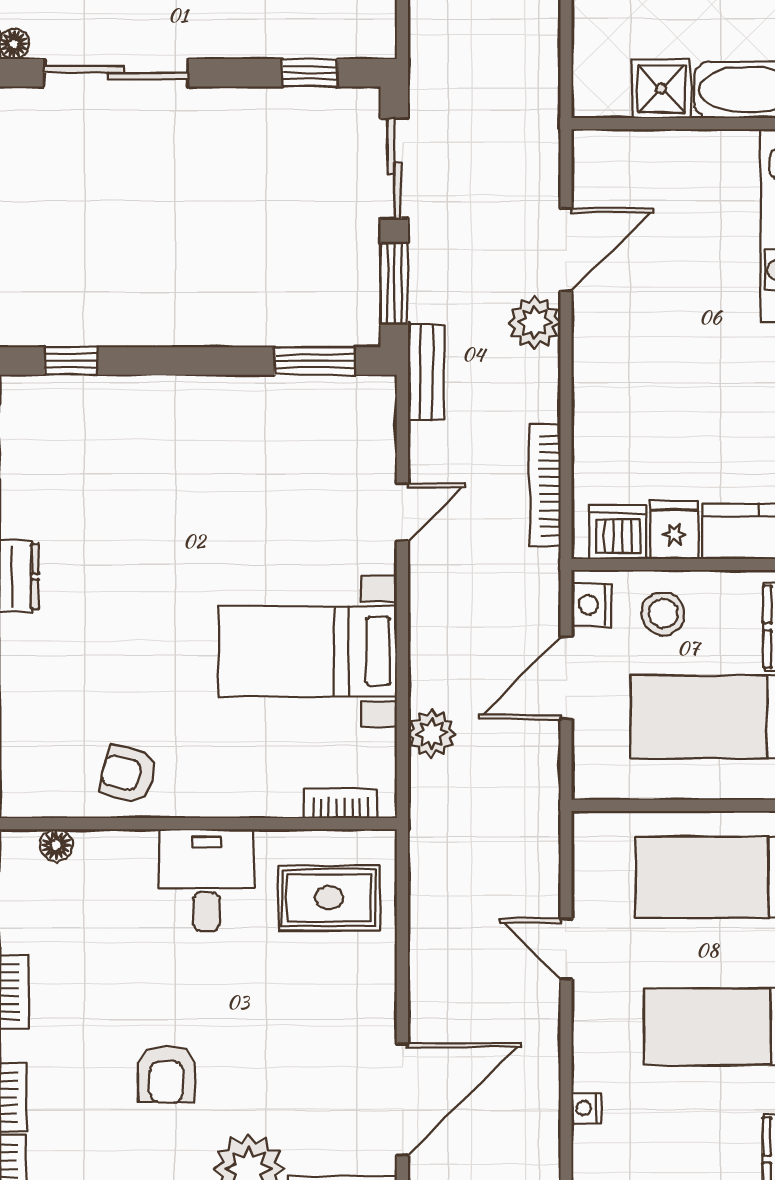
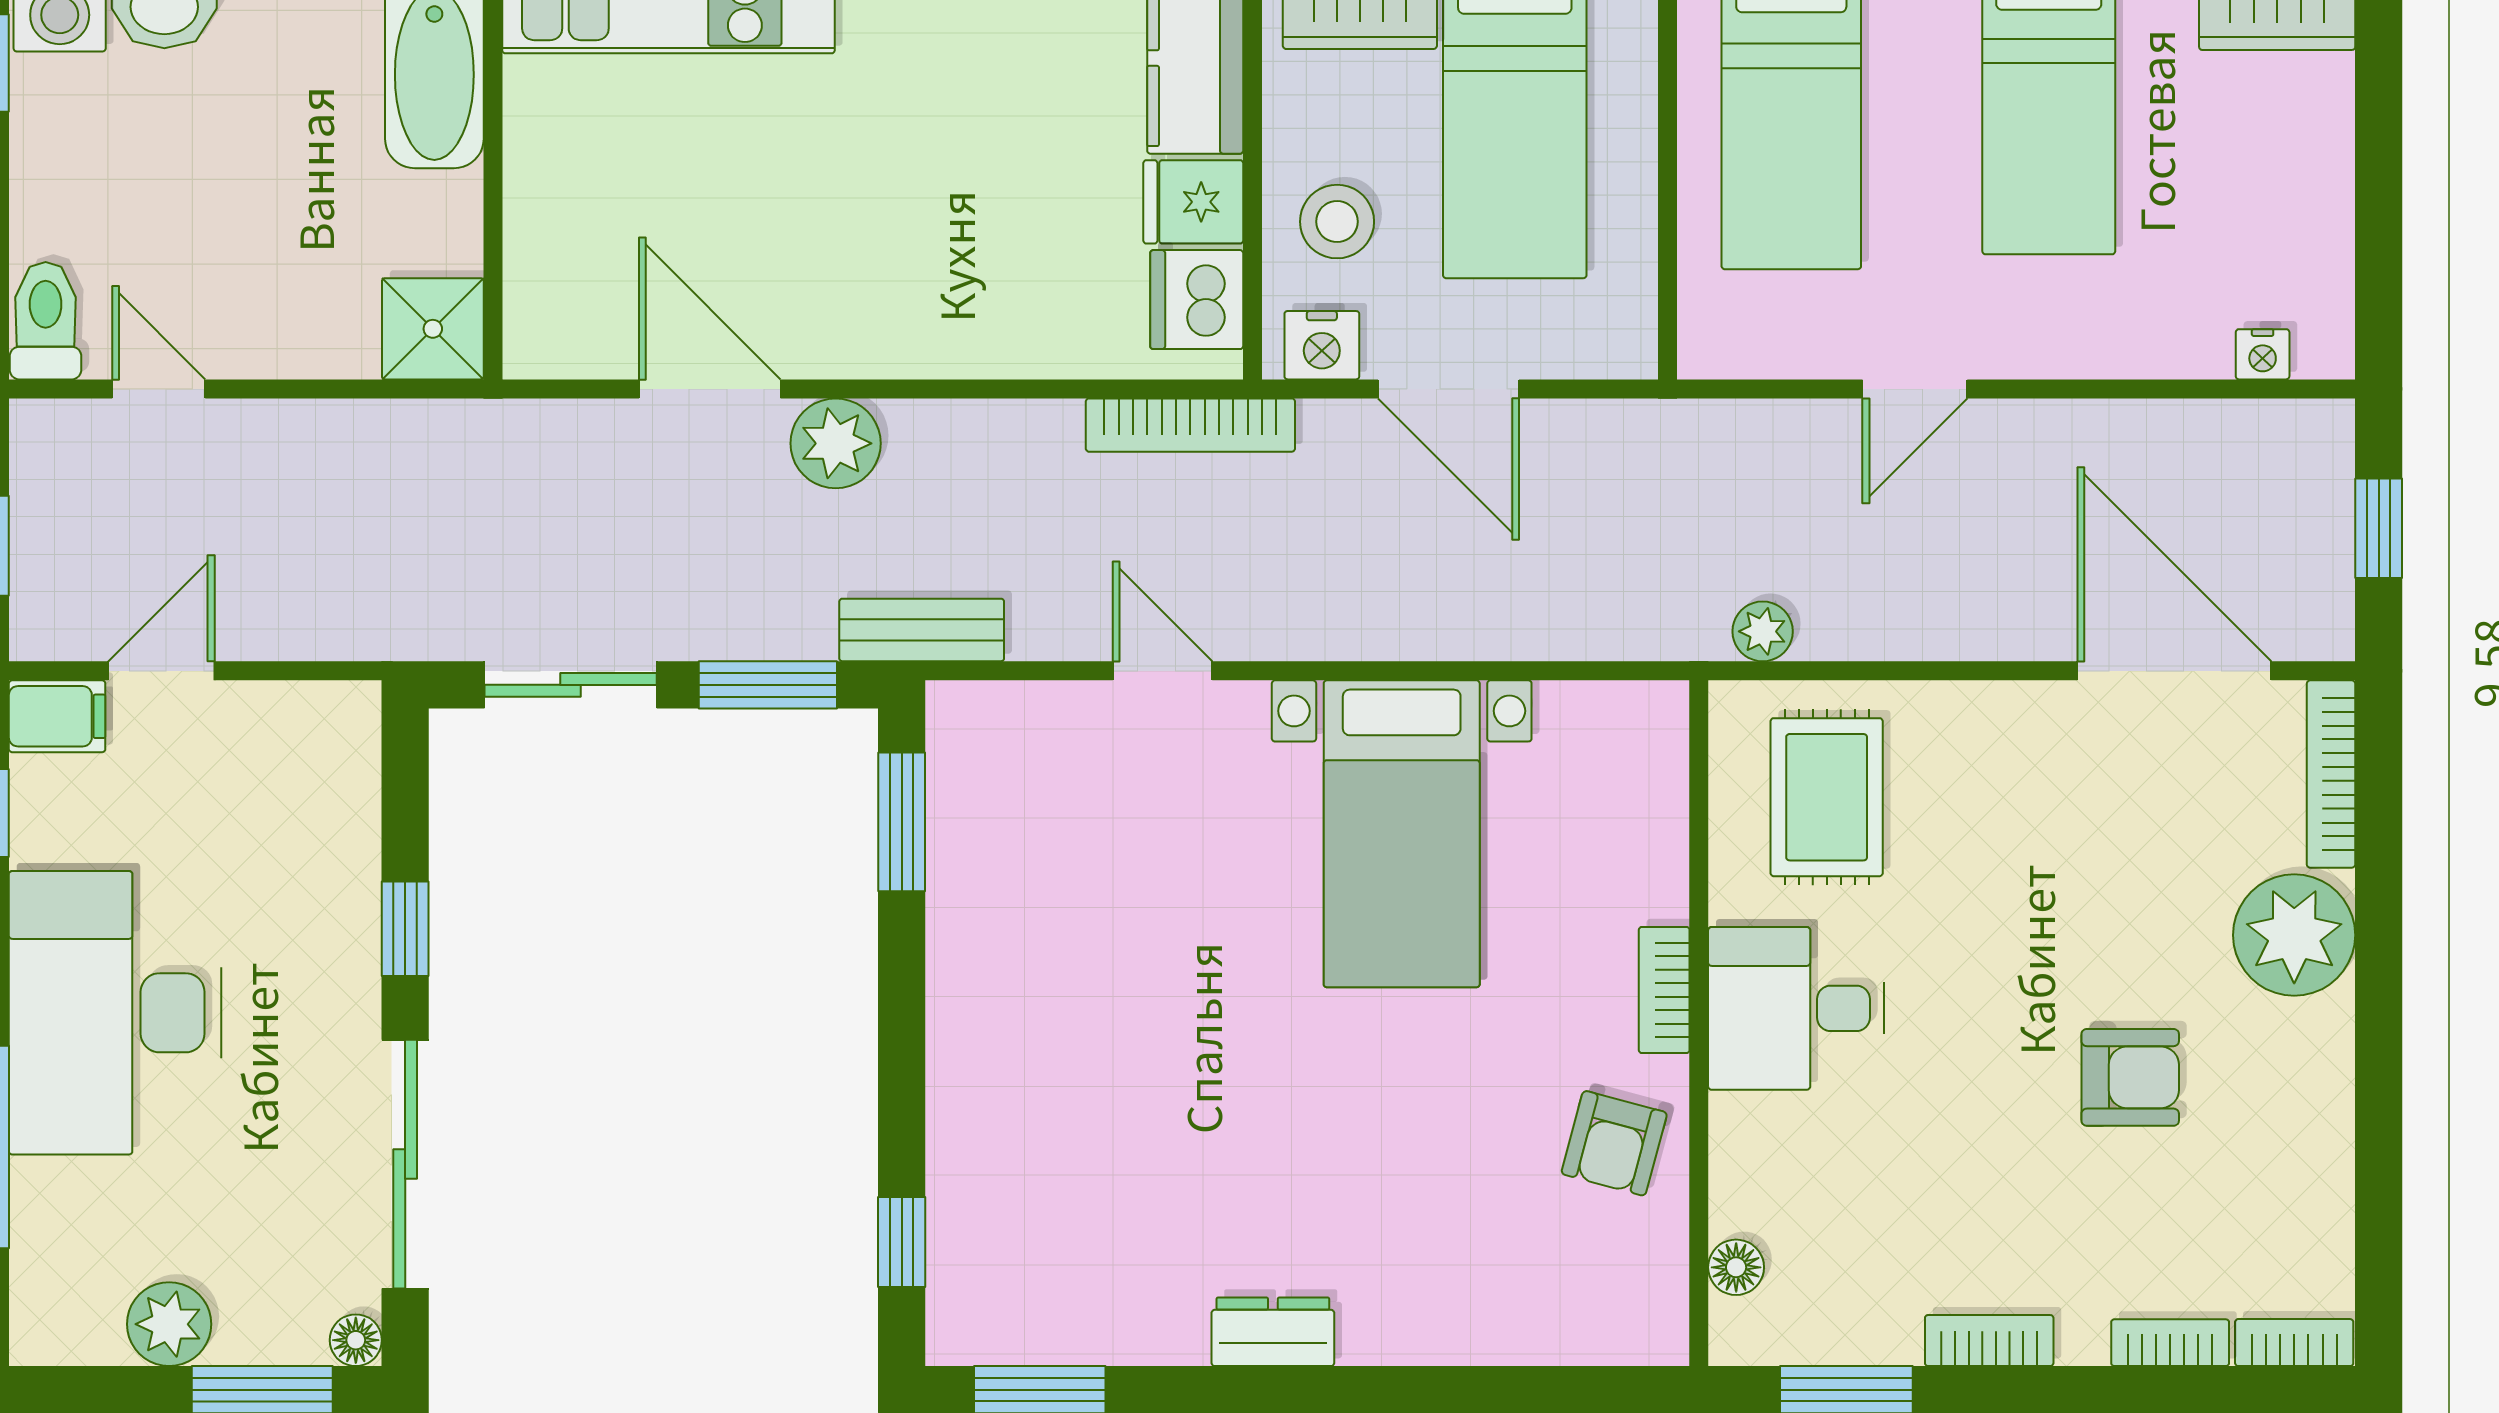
window: (310, 73) -> (405, 929), moved
shower: (661, 89) -> (433, 329), moved
bookcase: (545, 486) -> (1190, 425), moved
plant: (432, 734) -> (1763, 631), moved, width x0.73, depth x0.73
bookcase: (341, 803) -> (1664, 990), moved
nightstand: (586, 1108) -> (2263, 354), moved

